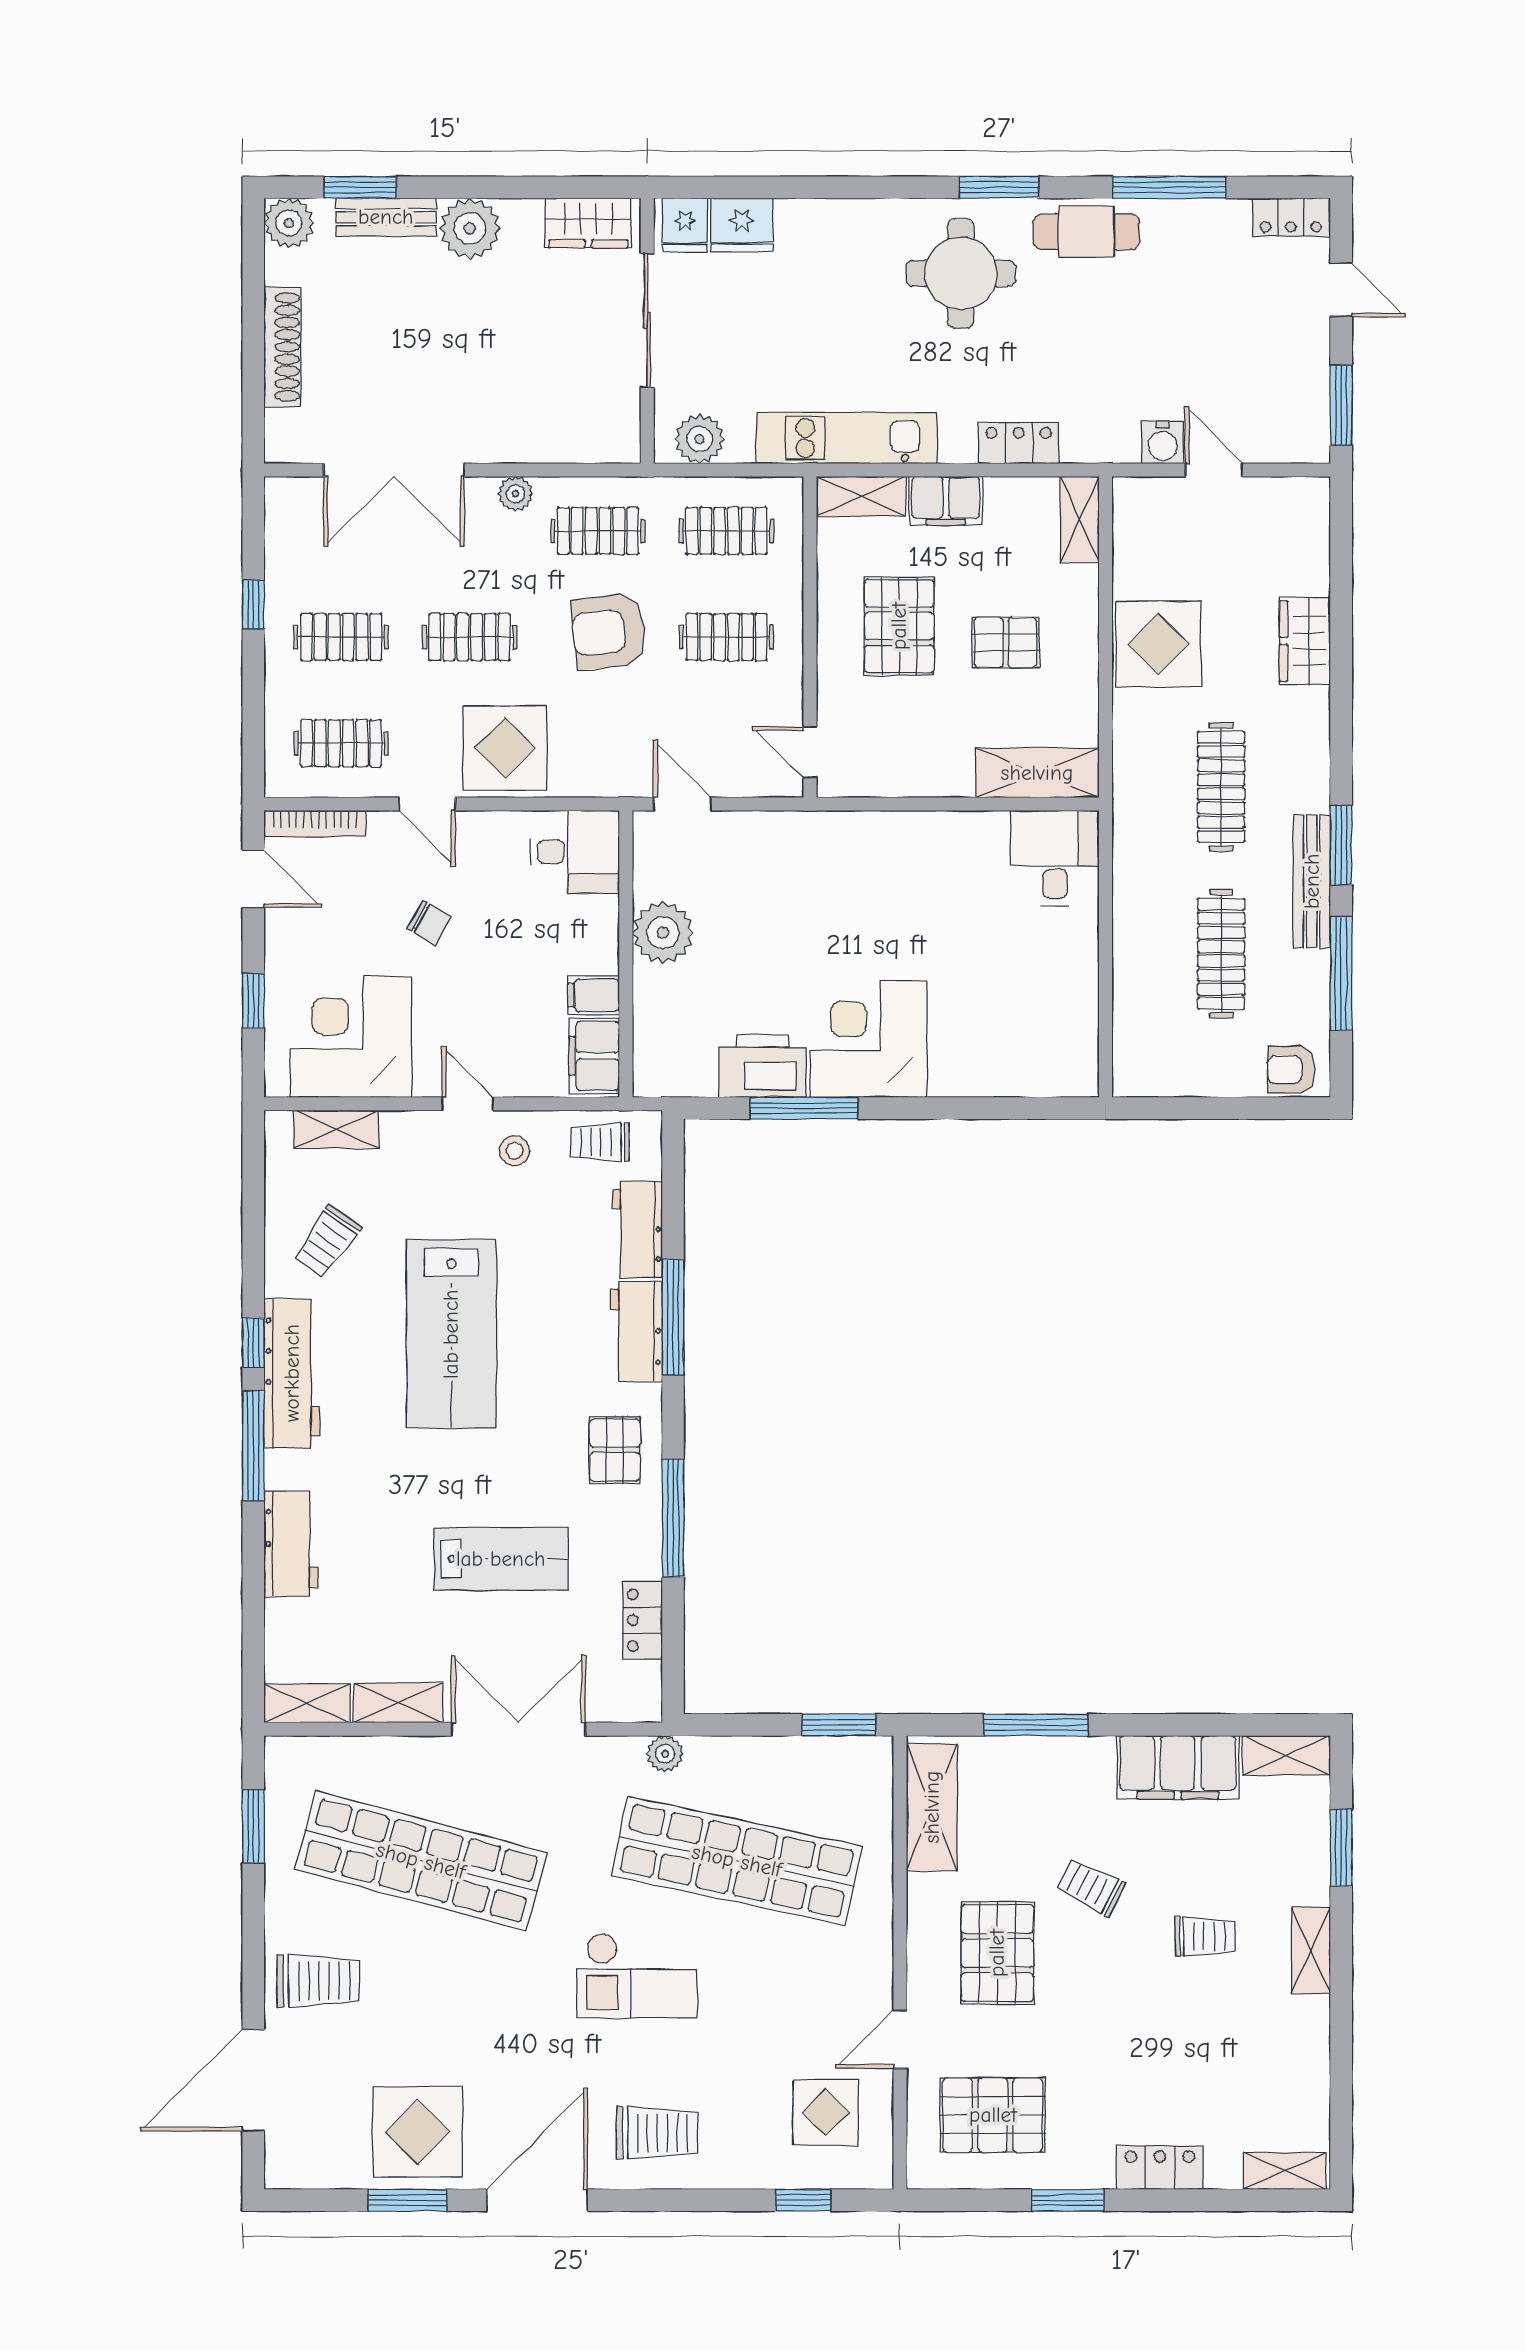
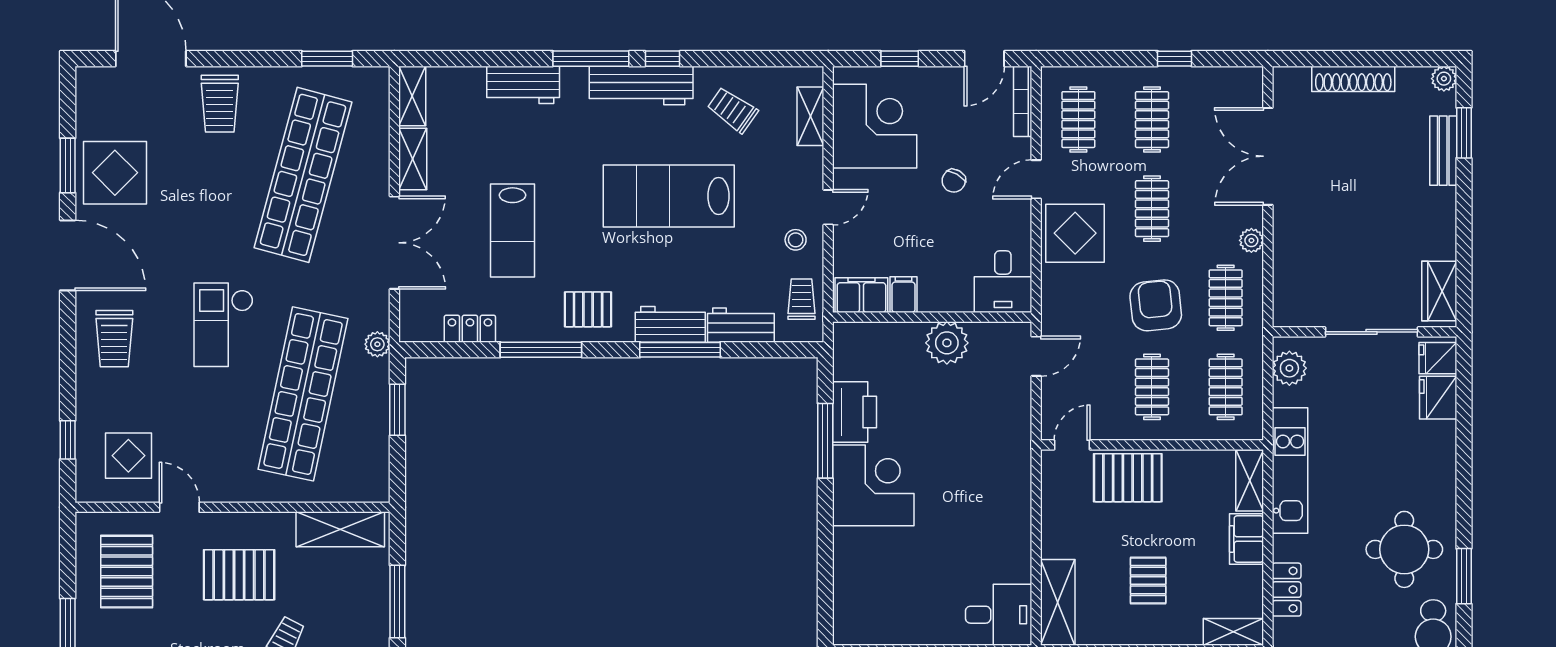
plant: (289, 223) -> (1444, 79), width x0.73, depth x0.73
plant: (470, 228) -> (1435, 209), removed
pallet: (899, 626) -> (1128, 478), moved
window: (839, 1725) -> (397, 410), moved

